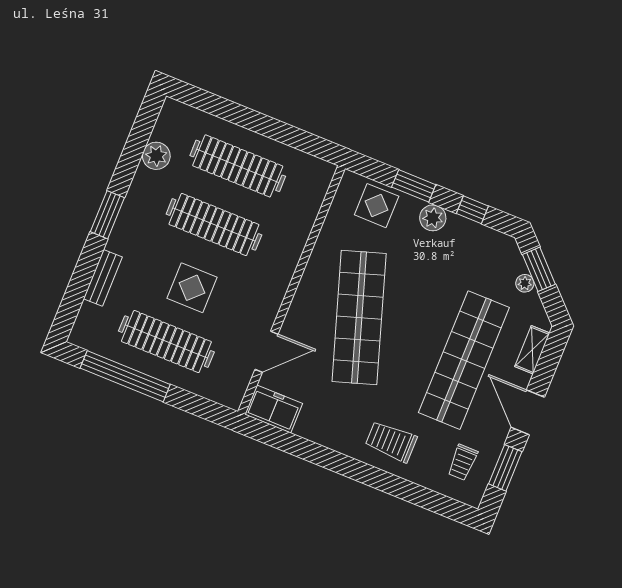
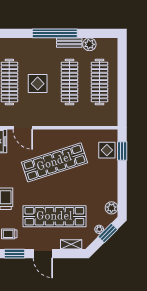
window: (414, 186) -> (122, 151), moved
window: (472, 210) -> (122, 193), removed
window: (107, 215) -> (55, 33), width x2.11
plant: (433, 218) -> (111, 208), moved
bench: (103, 278) -> (69, 43), moved
door: (528, 412) -> (43, 254), swing flipped

